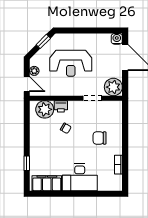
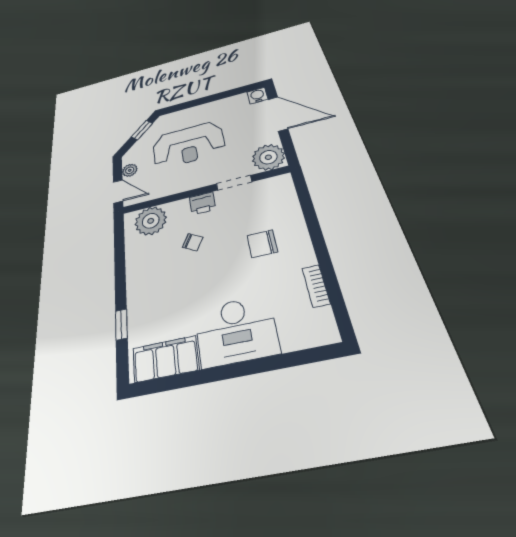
printer: (61, 106) -> (202, 203), moved

